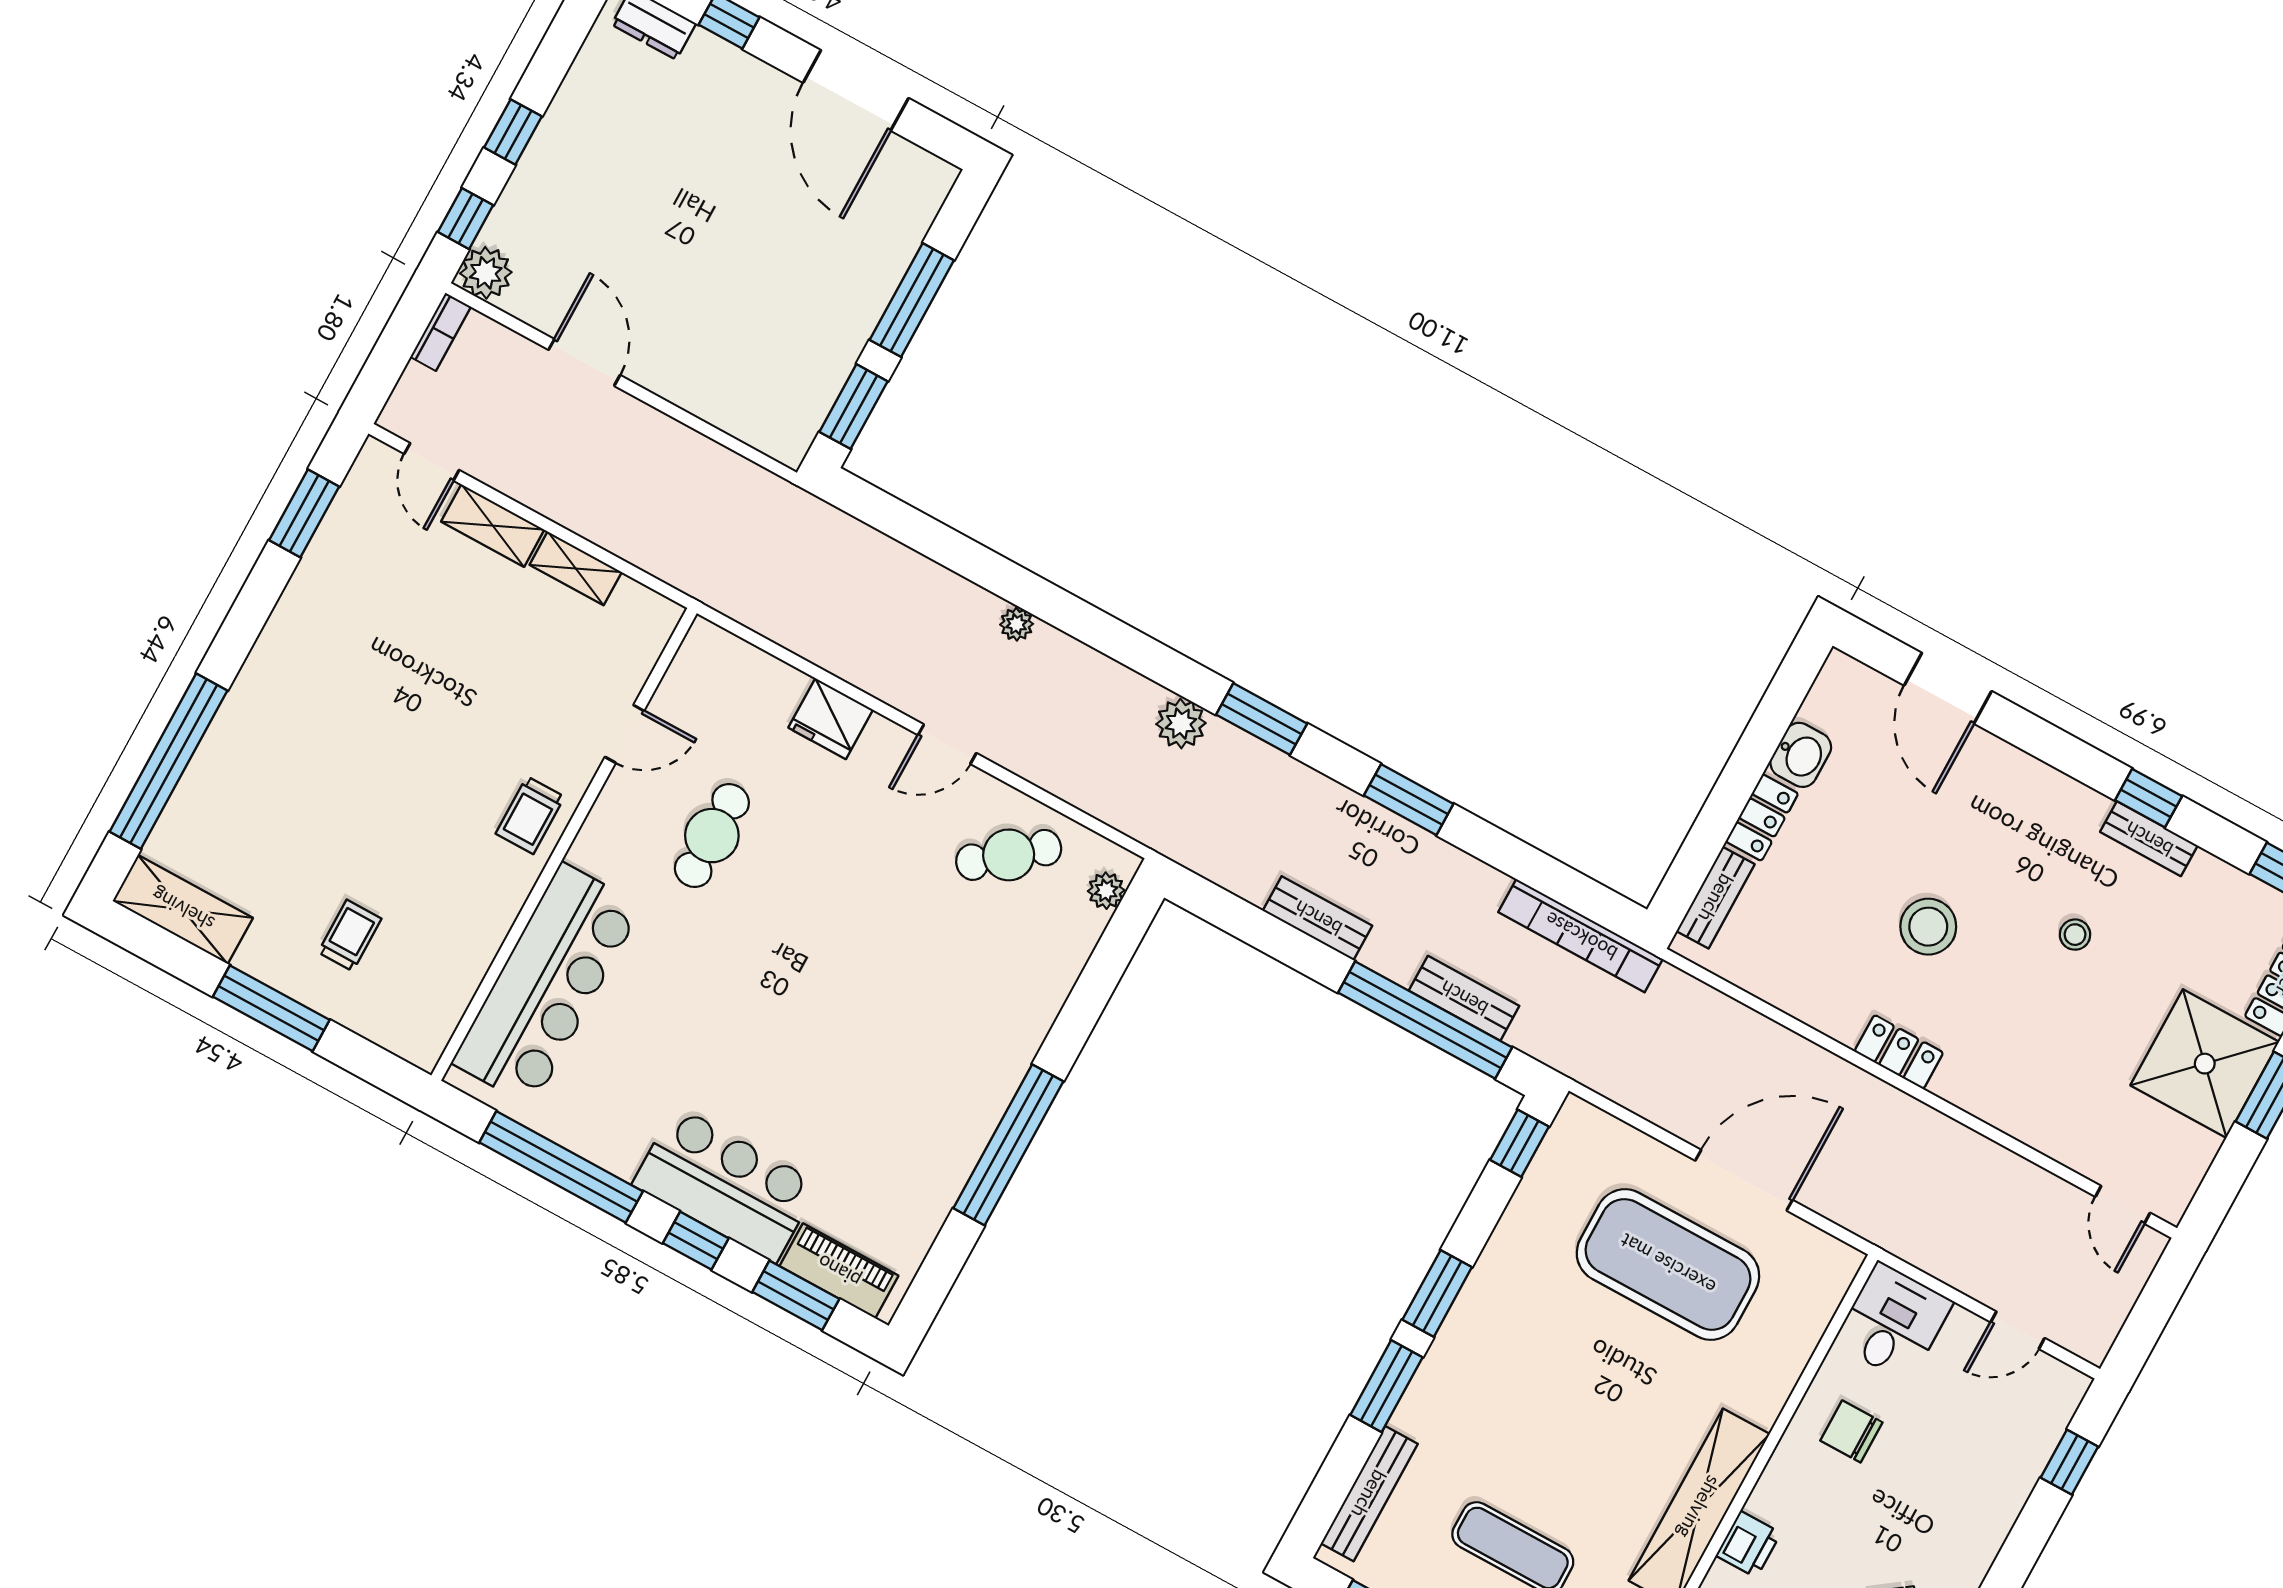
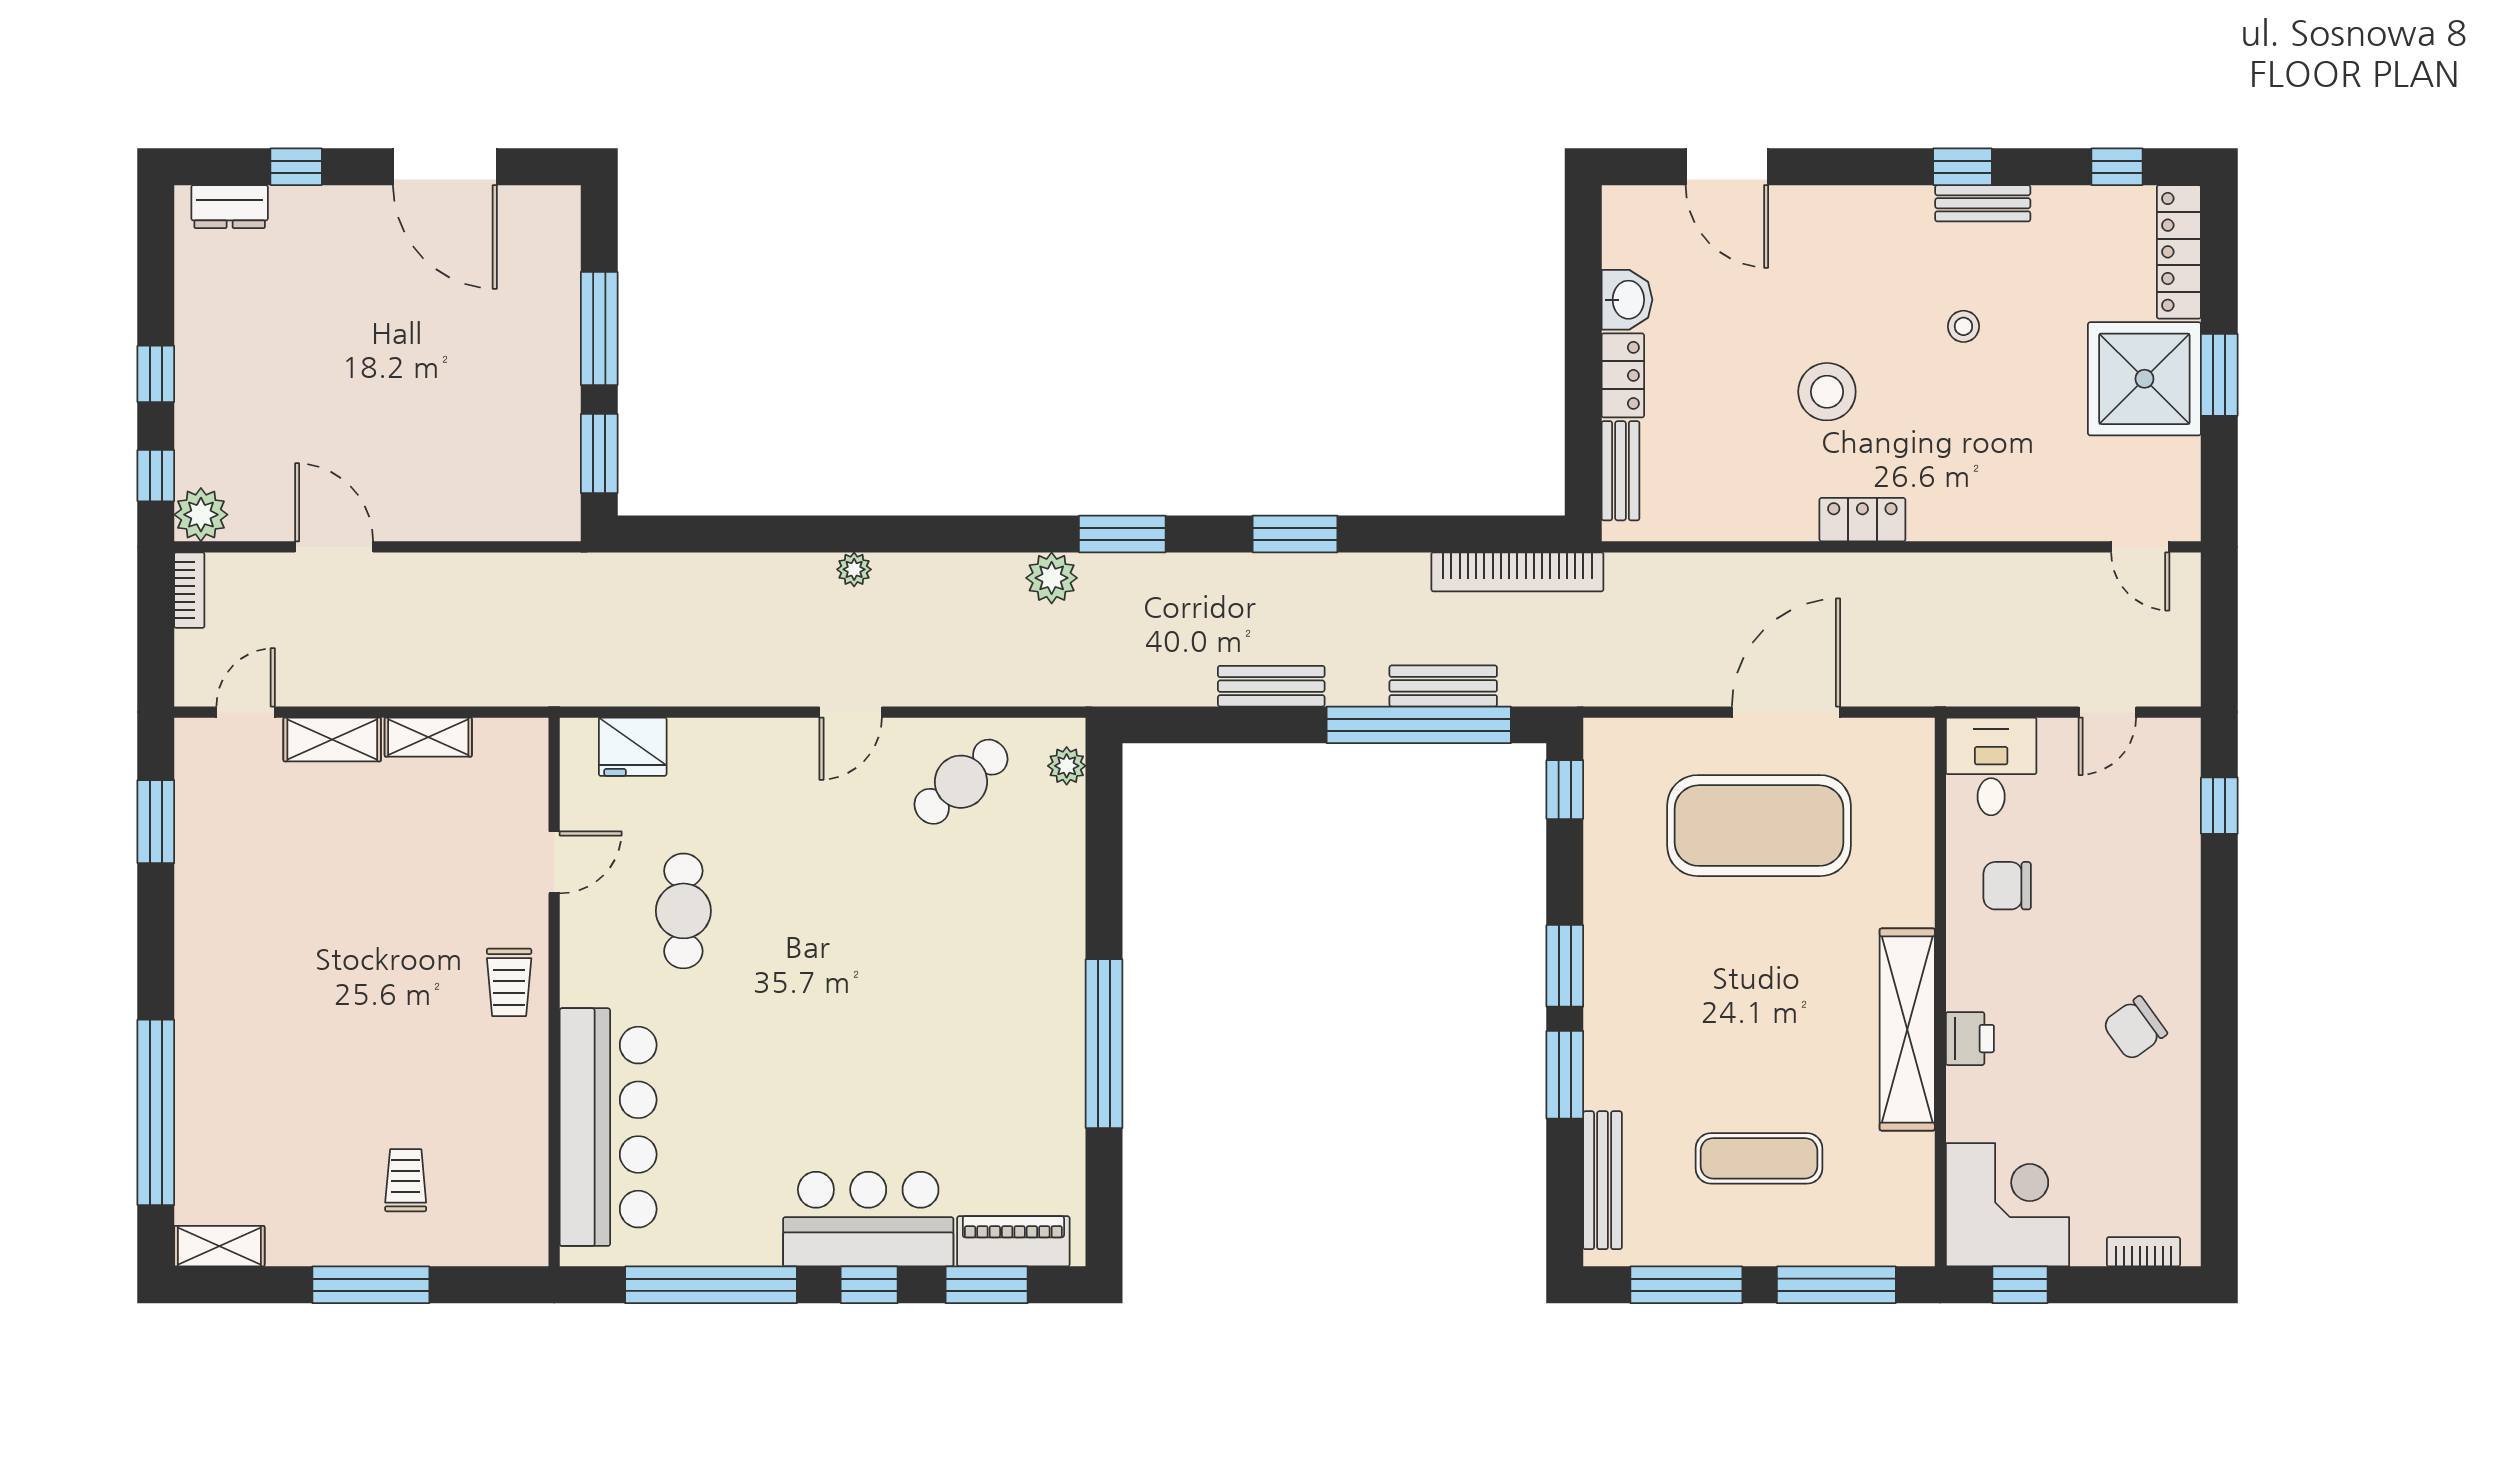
door: (432, 462) -> (246, 712), swing flipped
fridge: (831, 719) -> (633, 747), moved
shelving: (183, 909) -> (219, 1246), width x0.67, depth x0.75

